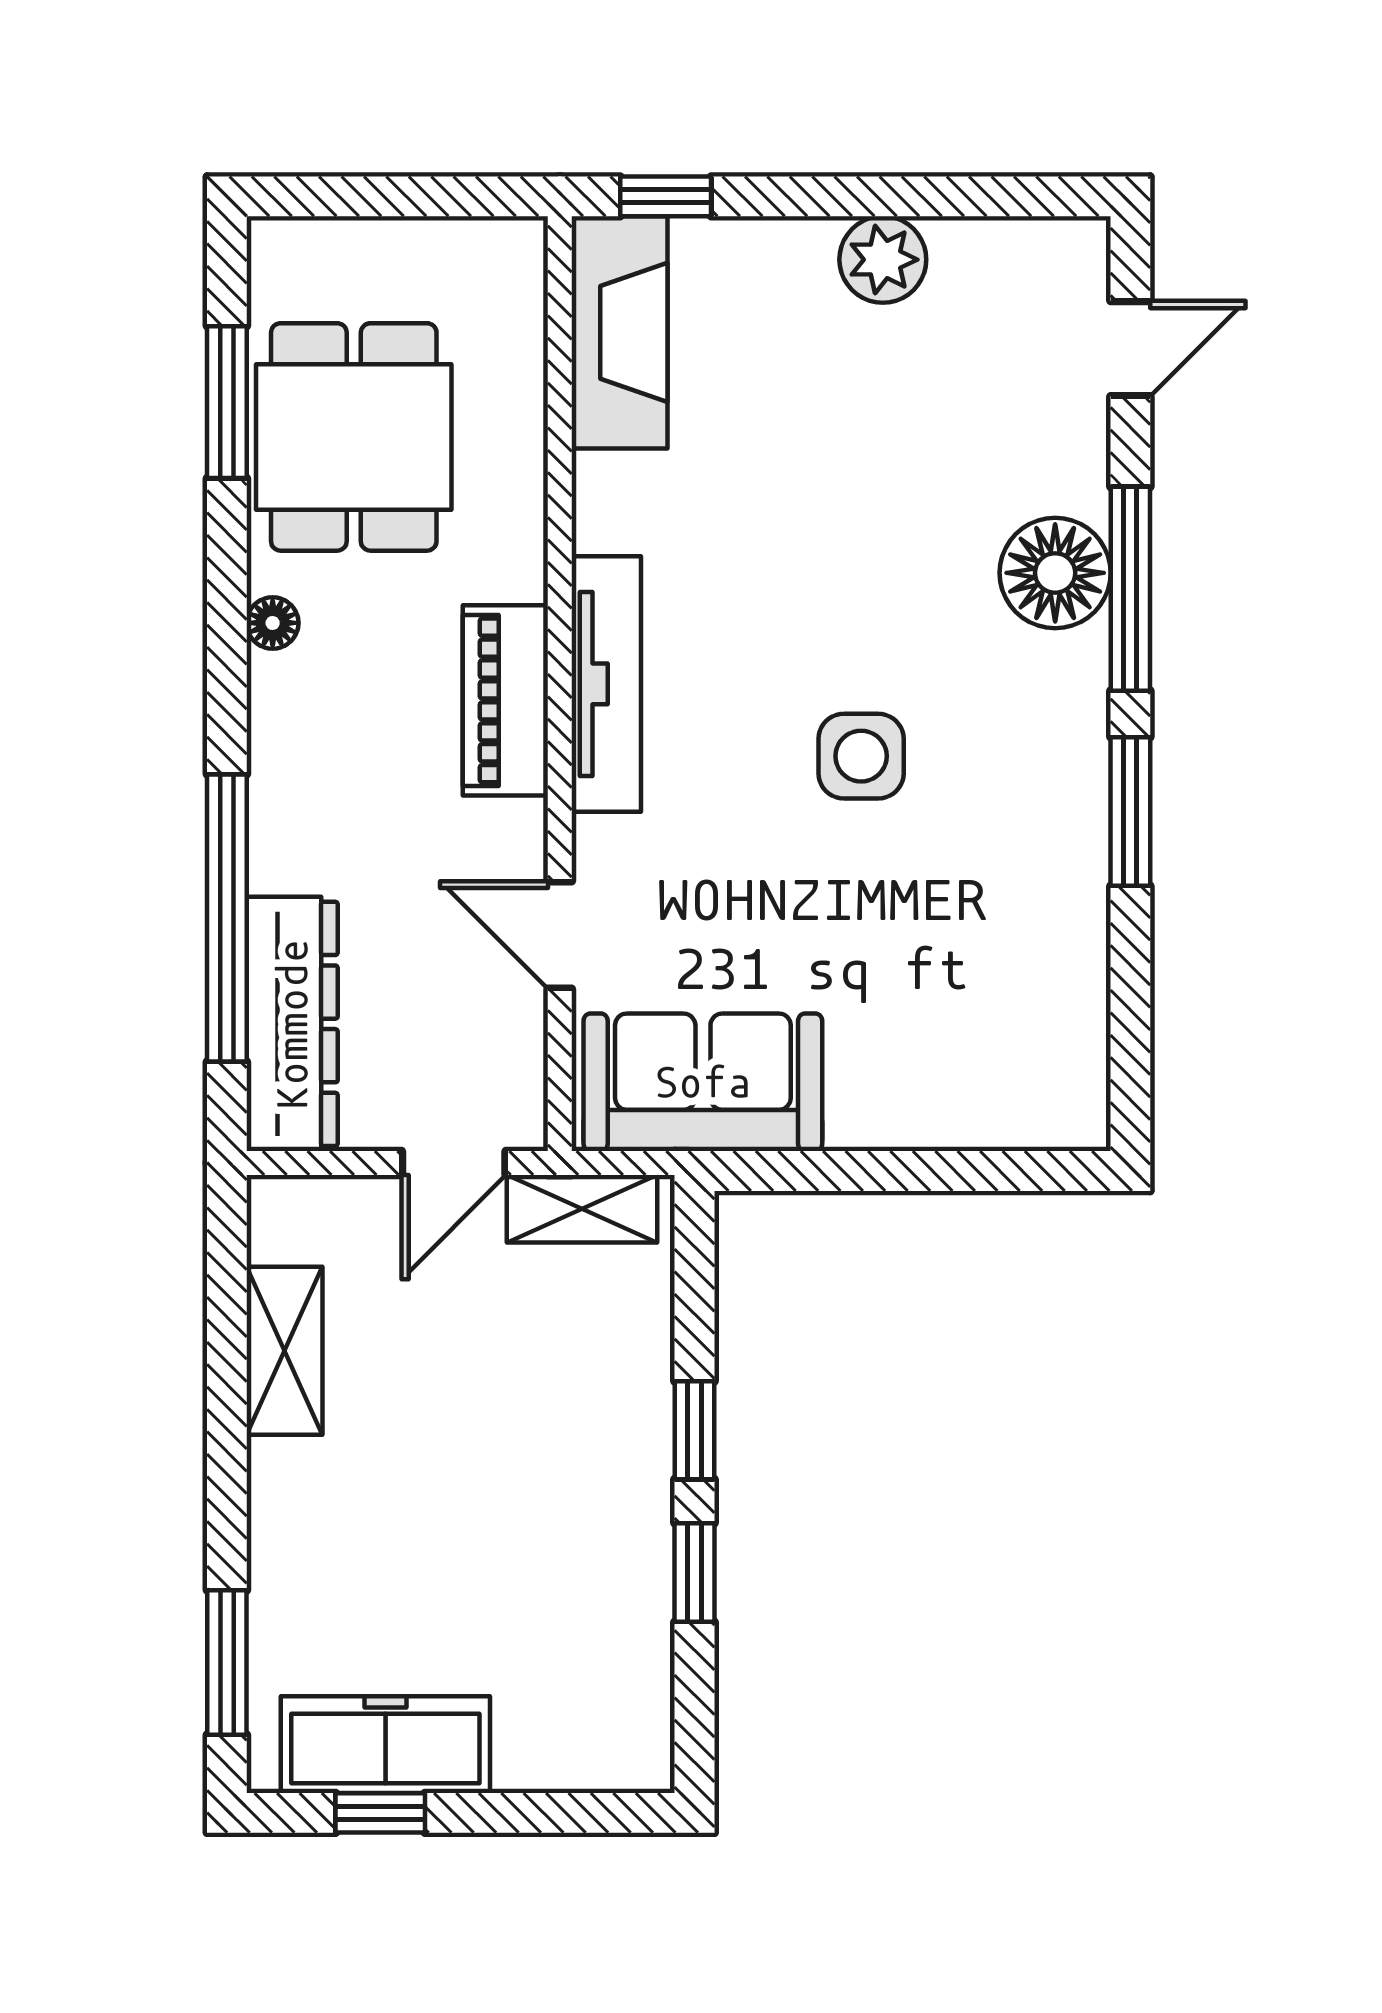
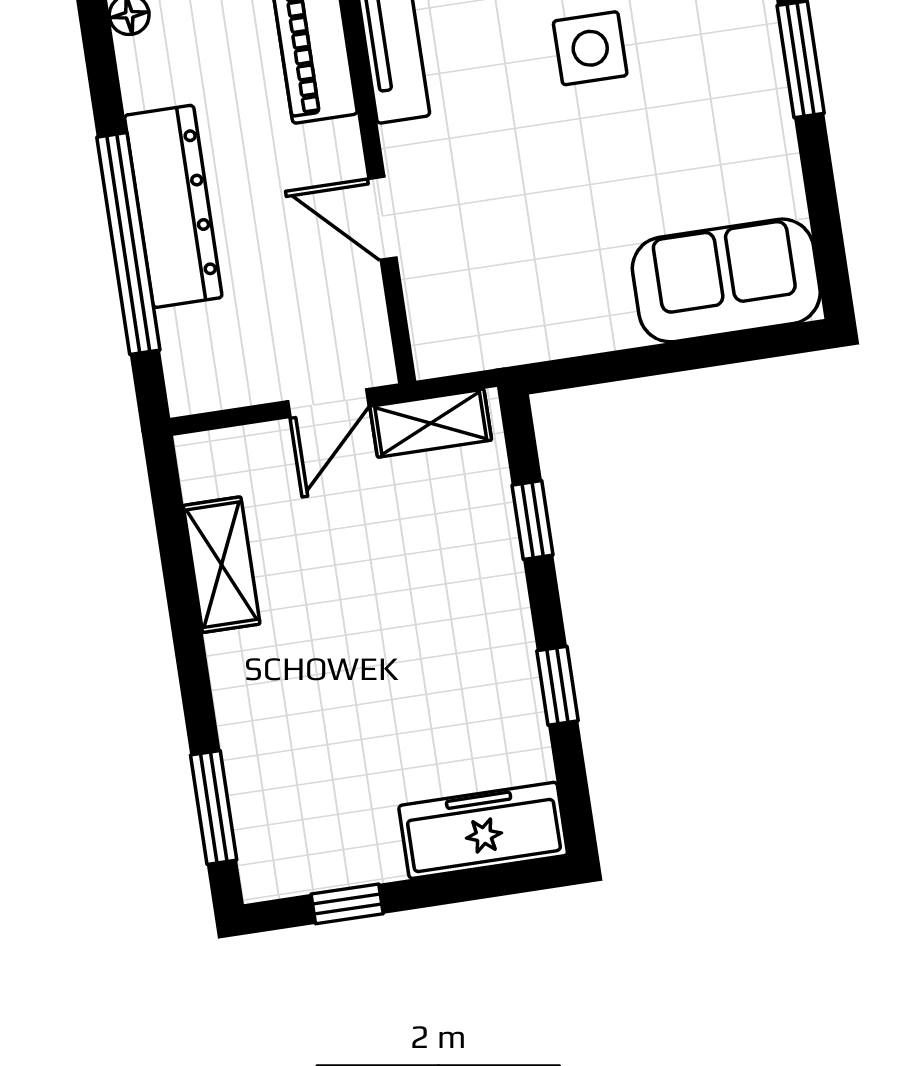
dresser: (292, 1024) -> (173, 206), moved
sofa: (703, 1082) -> (726, 280), moved
window: (694, 1430) -> (533, 520), moved
freezer: (385, 1745) -> (483, 830), moved

